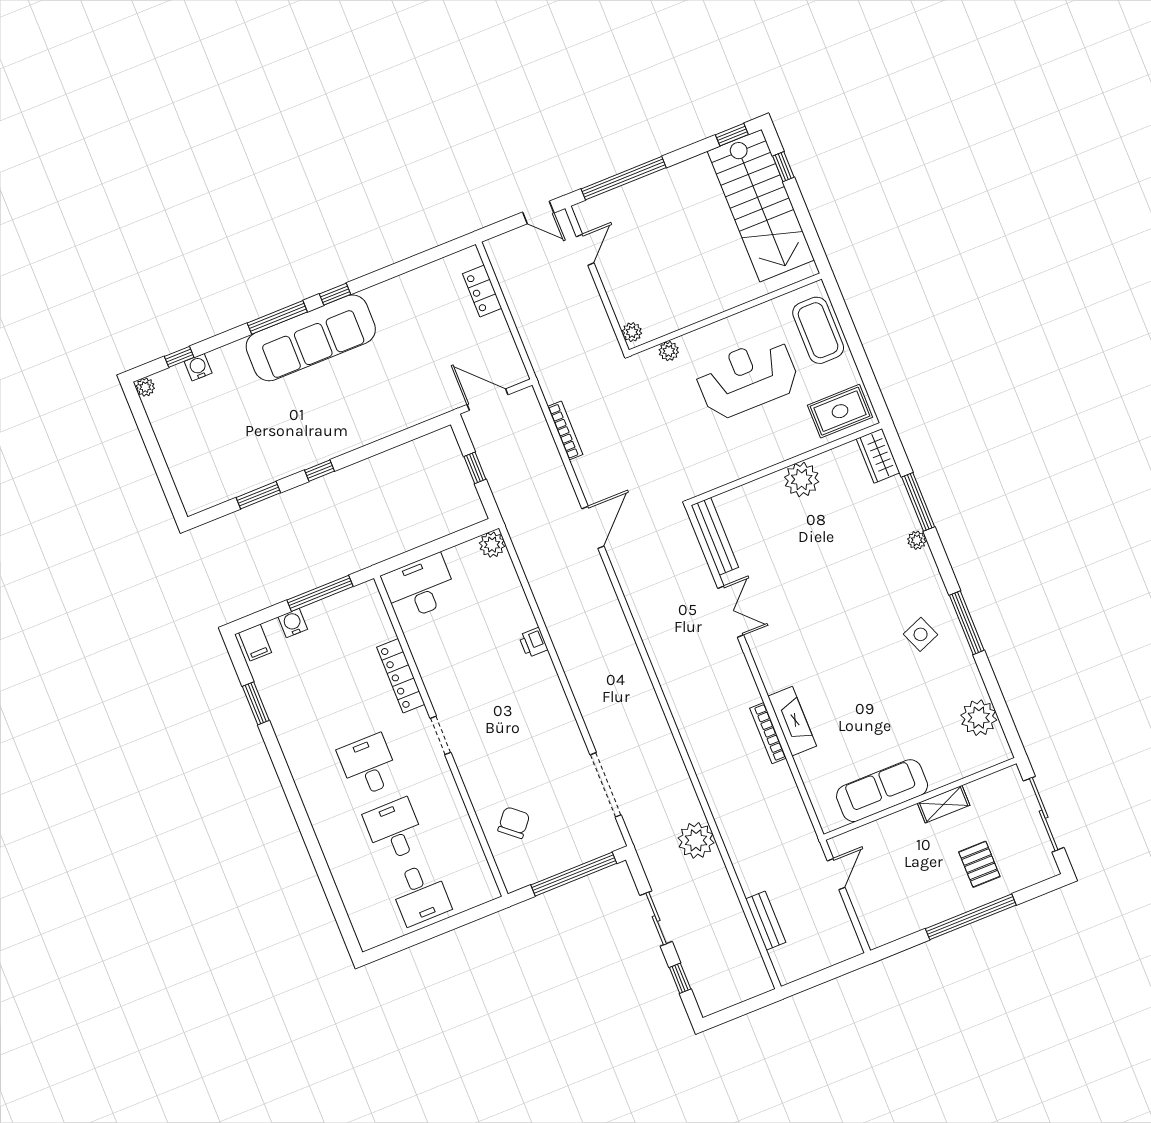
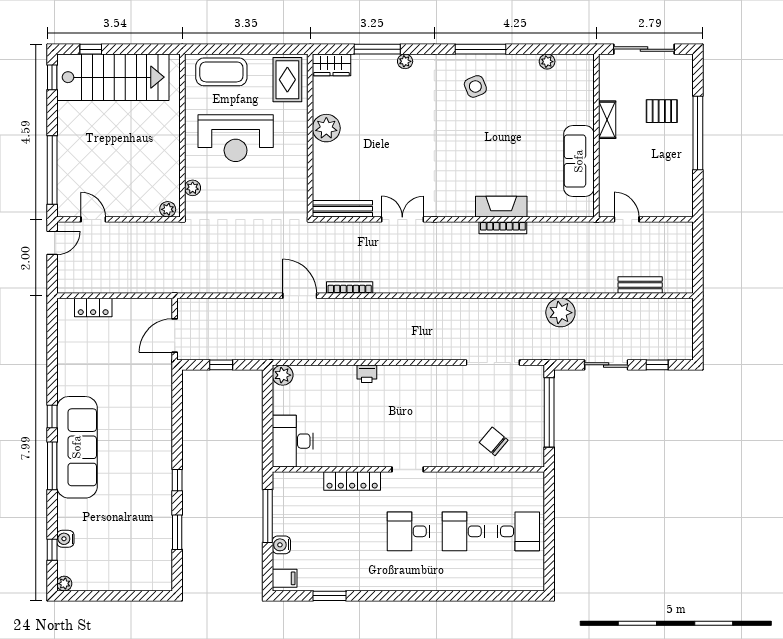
reception desk: (747, 378) -> (236, 138), turned -90
bookcase: (565, 431) -> (350, 288), moved
plant: (979, 718) -> (547, 62), width x0.53, depth x0.53

